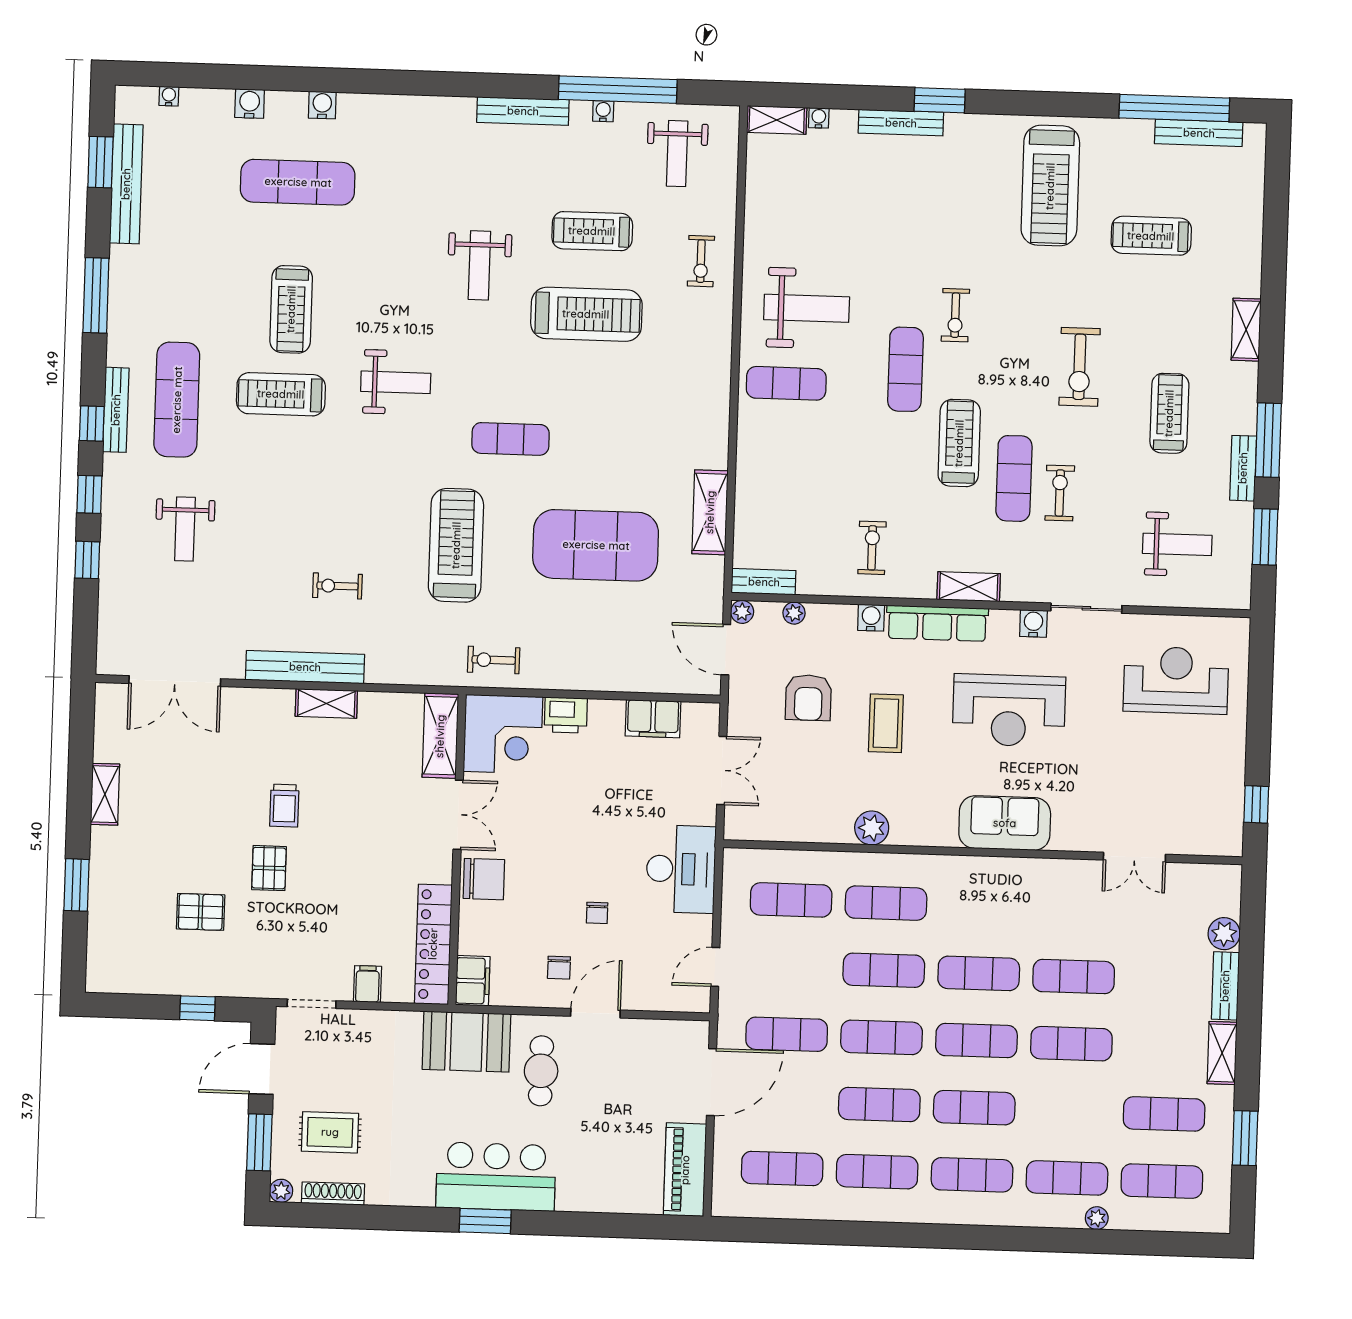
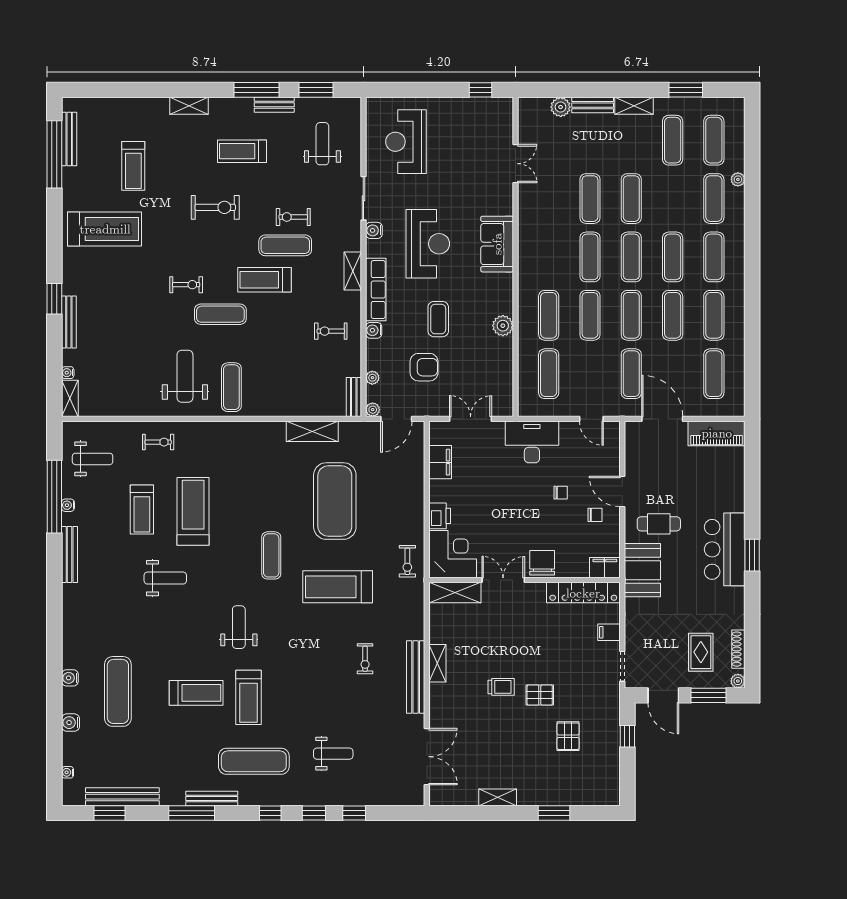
bench: (116, 410) -> (212, 799), moved
coffee table: (886, 723) -> (438, 319), turned 90

